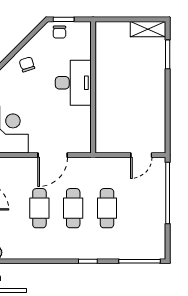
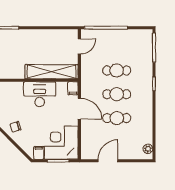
desk: (73, 83) -> (40, 94), moved
shelving: (105, 116) -> (52, 72), added
filing cabinet: (82, 146) -> (73, 88), added
door: (141, 155) -> (79, 46), hinge flipped

